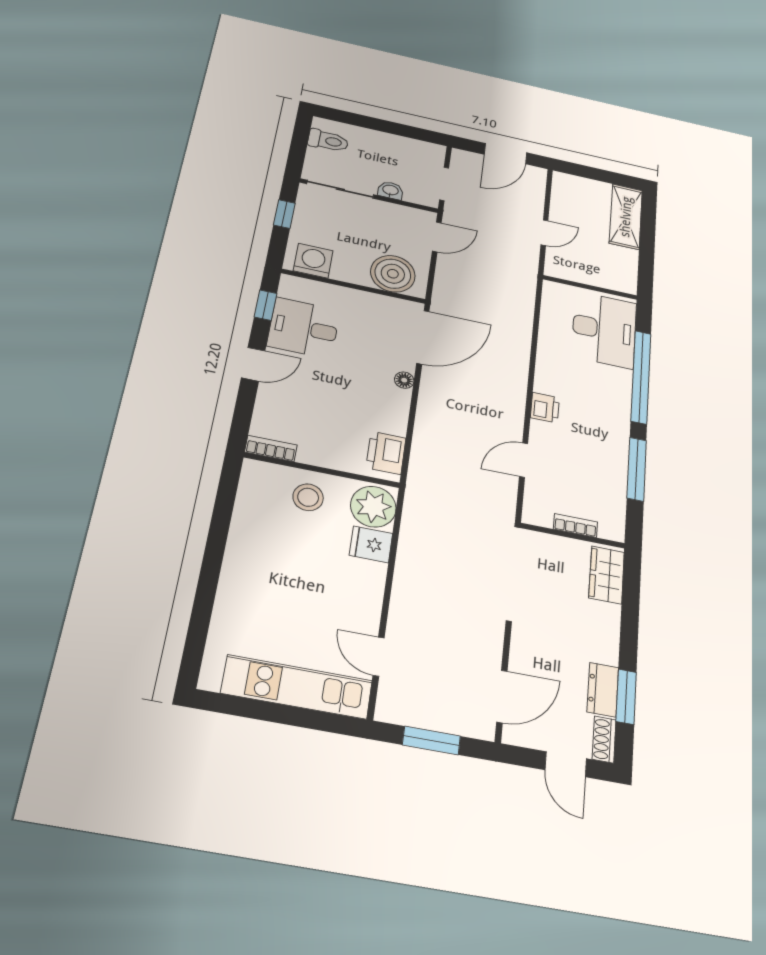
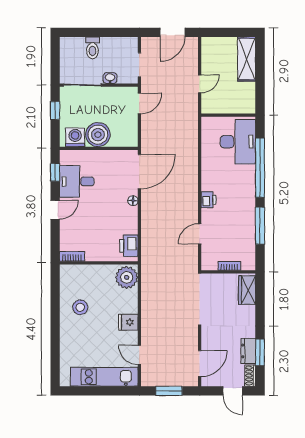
toilet: (328, 141) -> (92, 48), moved, turned 90
boiler: (393, 274) -> (98, 135), moved
stool: (308, 497) -> (80, 307), moved
fridge: (371, 544) -> (128, 322), moved

